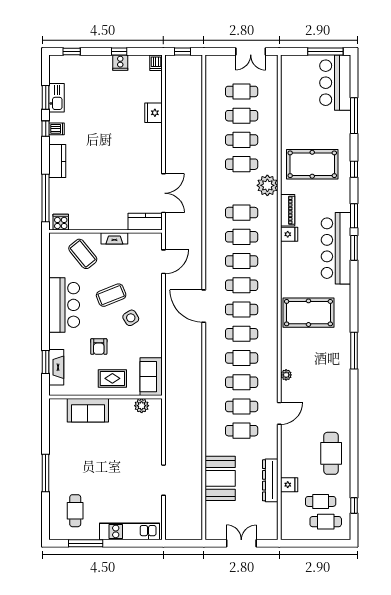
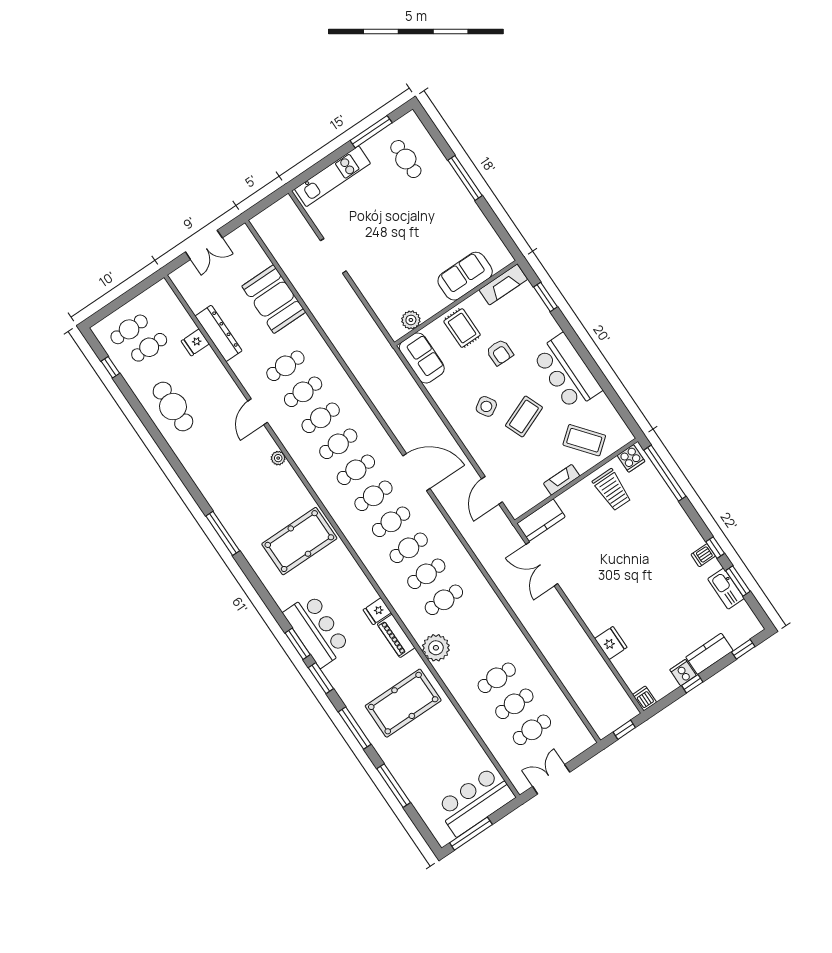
bar counter: (335, 83) -> (475, 801), moved, turned -90
kitchen counter: (57, 161) -> (709, 654), moved, turned 90
cafe table: (242, 164) -> (479, 652), removed
window: (354, 169) -> (355, 728), width x2.17
trolley: (87, 210) -> (612, 490), added
bar counter: (336, 248) -> (317, 630), width x0.73
armchair: (99, 347) -> (500, 352), turned 180
fireplace: (56, 367) -> (503, 285), moved, turned -90
rug: (112, 378) -> (462, 328), turned 90

